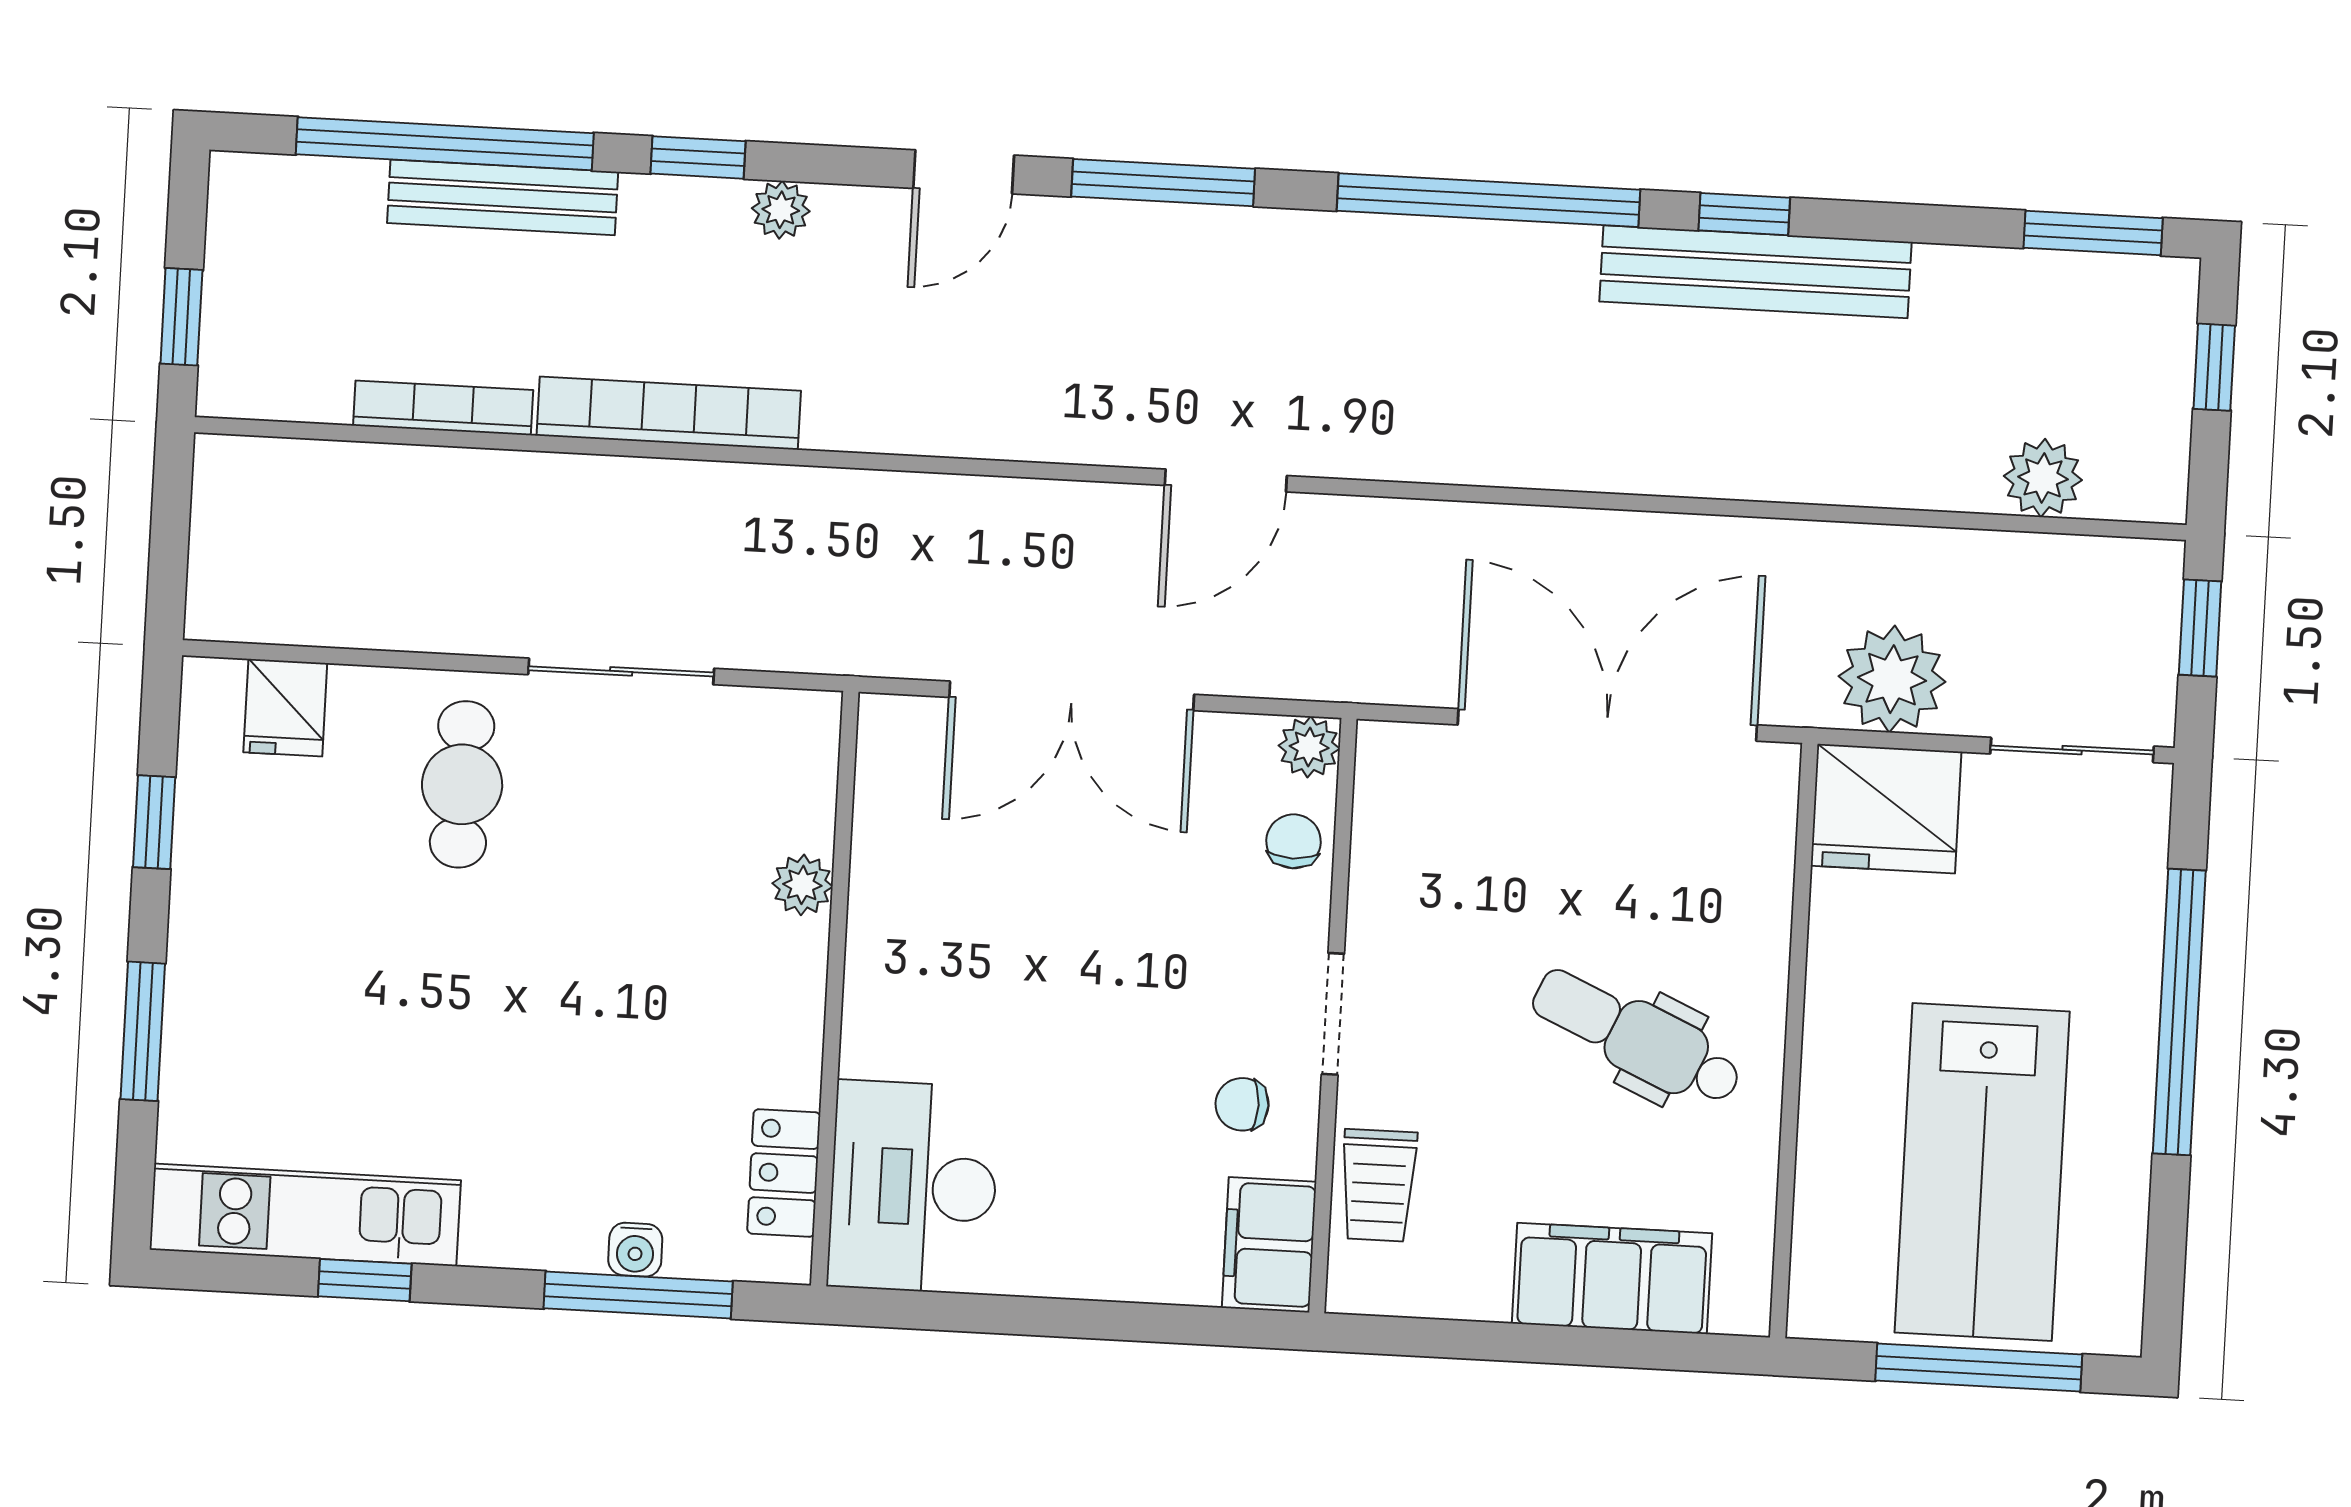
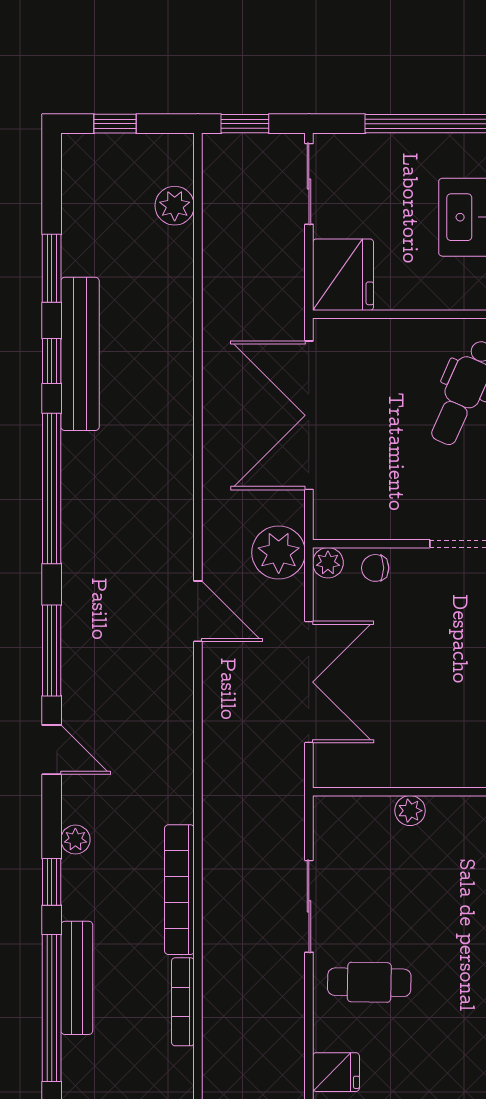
window: (2093, 233) -> (52, 268), moved
plant: (1892, 679) -> (279, 553), moved

